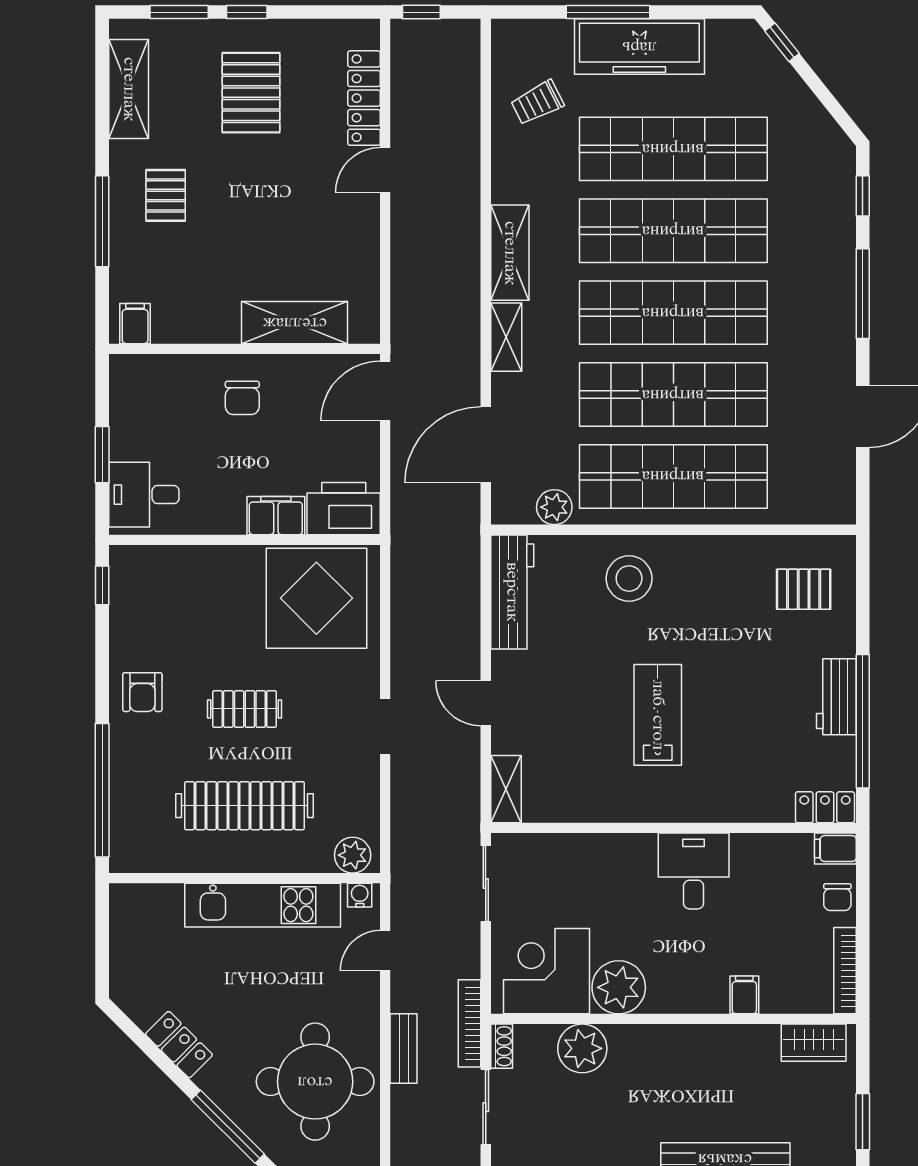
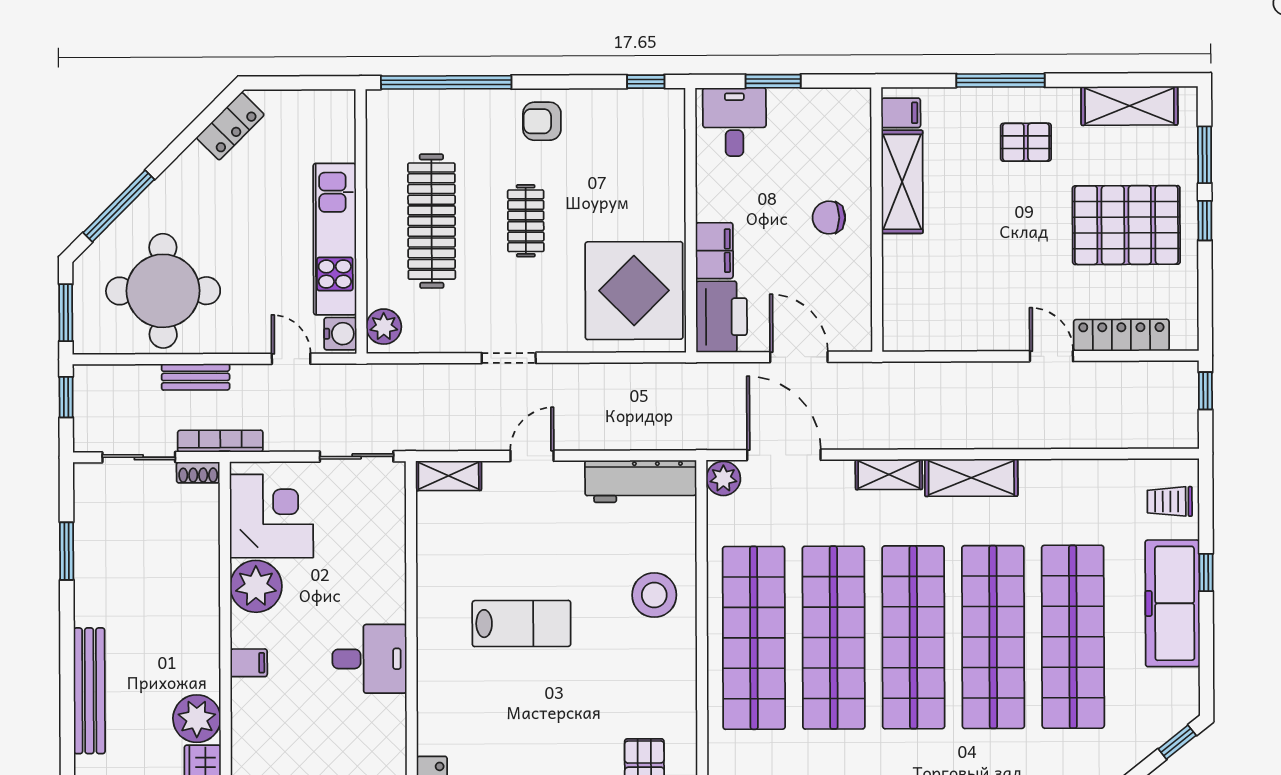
window: (608, 12) -> (1206, 573), width x0.46
pallet: (251, 93) -> (1126, 225), width x1.37, depth x1.41
trolley: (537, 103) -> (1170, 502), moved, turned -63
shelving: (295, 323) -> (902, 182), moved
door: (385, 391) -> (799, 357), moved
plant: (554, 507) -> (723, 478), moved
water cooler: (360, 895) -> (340, 334), width x1.38, depth x1.38
filing cabinet: (744, 995) -> (249, 663), moved
locker: (179, 1045) -> (230, 126), moved
plant: (582, 1048) -> (197, 719), moved

